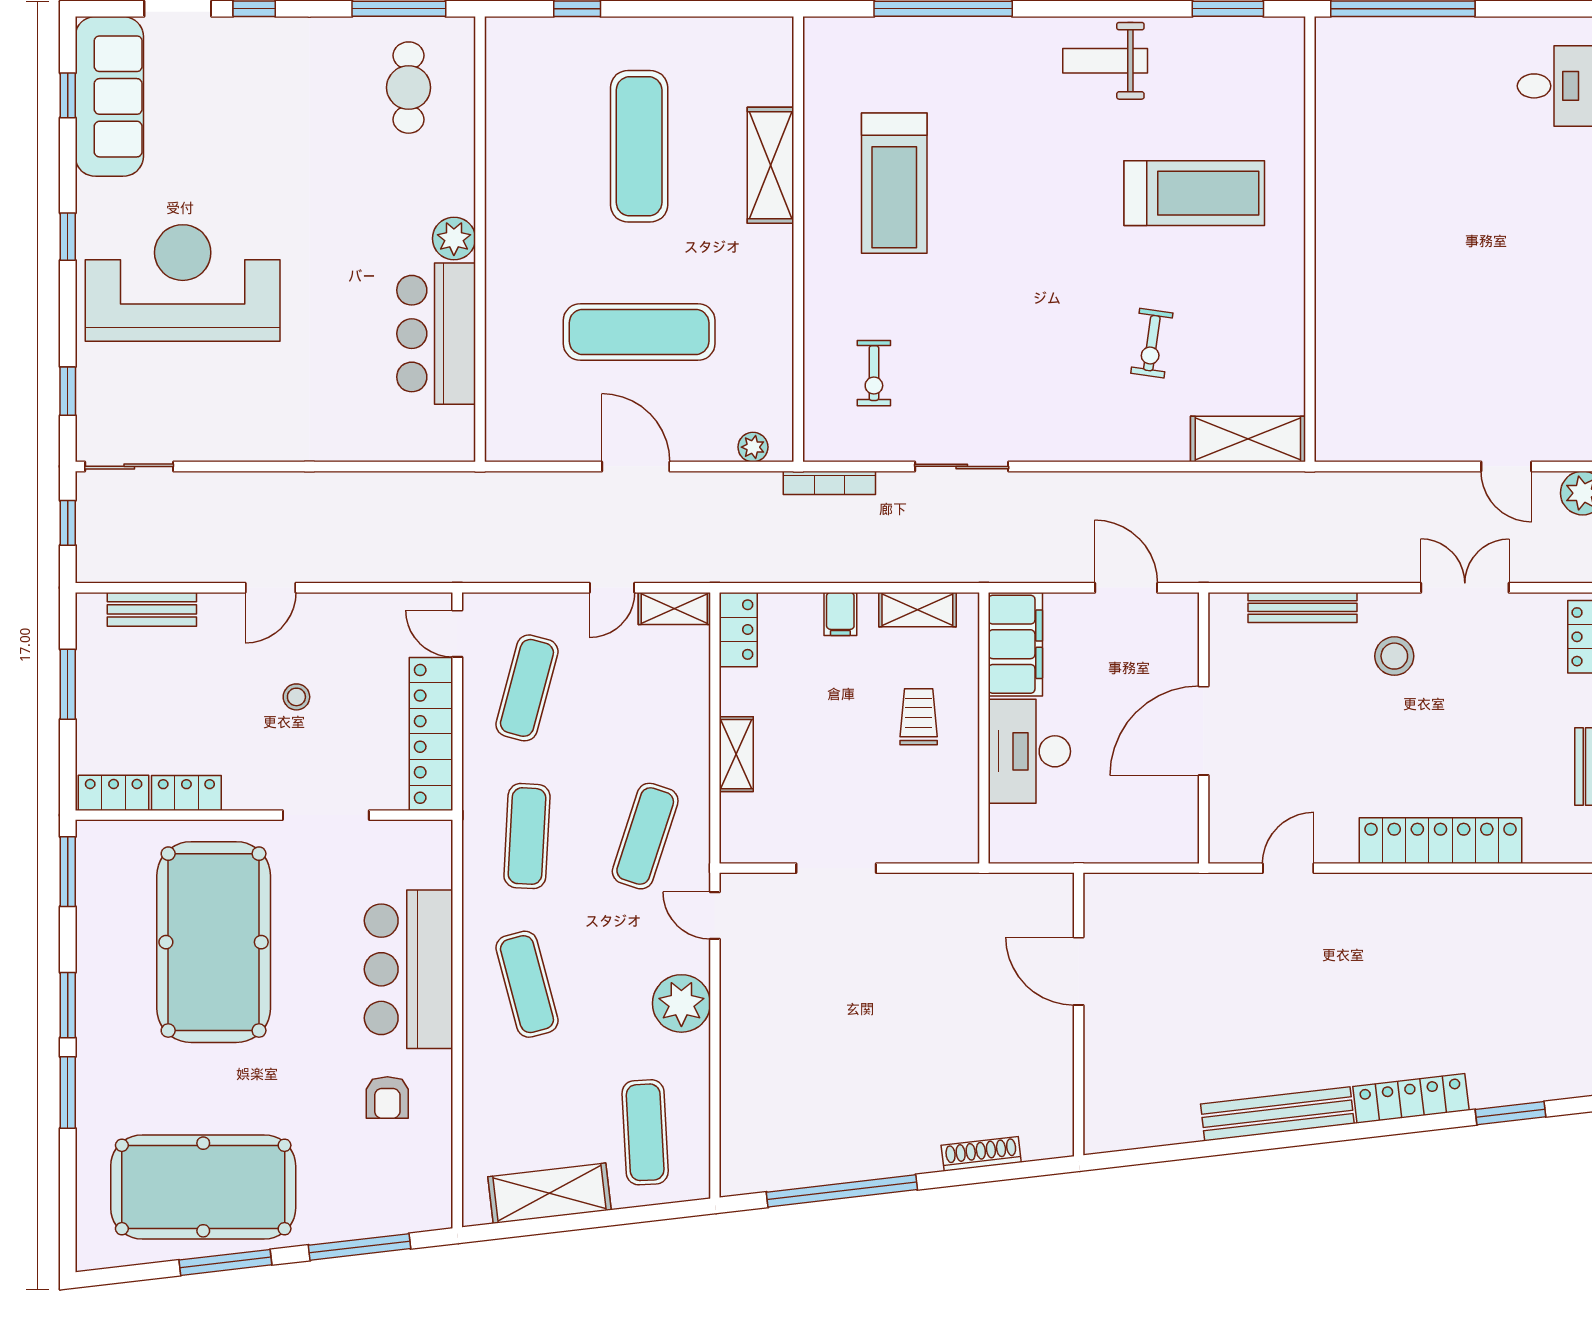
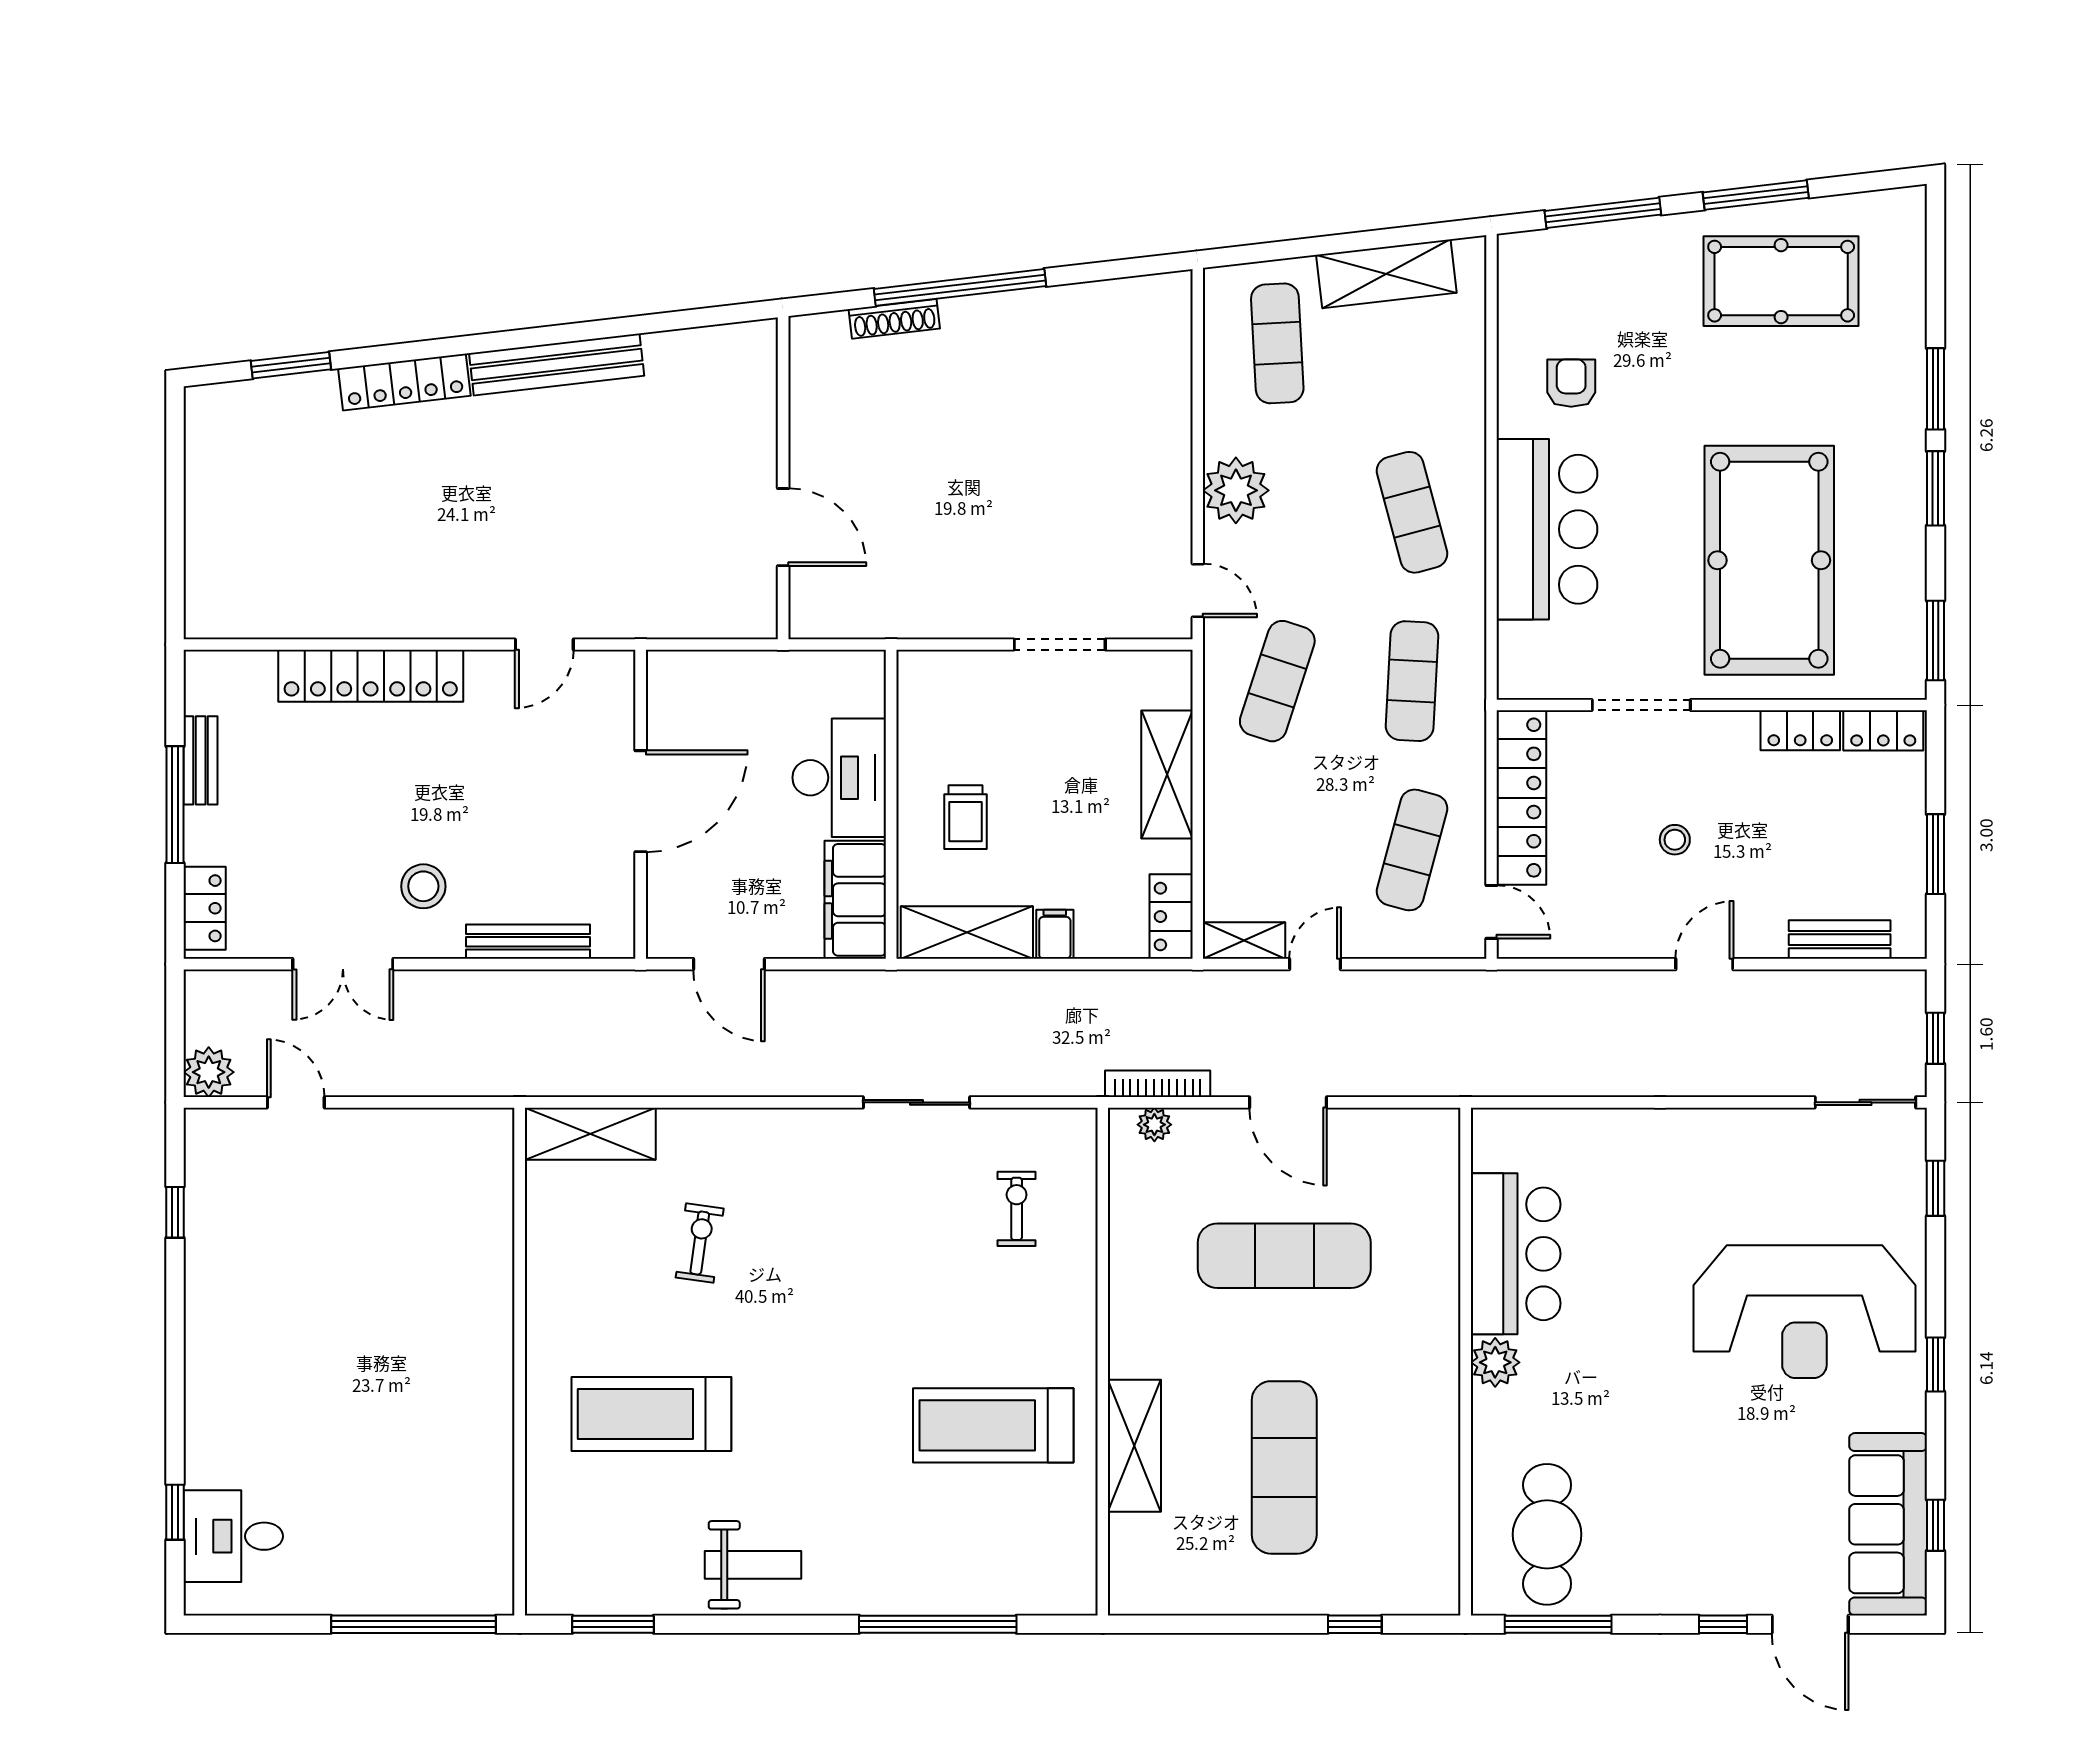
cafe table: (409, 88) -> (1547, 1534), width x1.37, depth x1.35
treadmill: (894, 183) -> (993, 1425), turned -90
bookcase: (829, 483) -> (1158, 1084), moved
shelving: (917, 610) -> (967, 933), width x1.50, depth x1.33
shelving: (736, 754) -> (1167, 774), width x1.50, depth x1.33
pool table: (203, 1187) -> (1781, 281), width x0.73, depth x0.76
window: (842, 1191) -> (960, 287), moved

